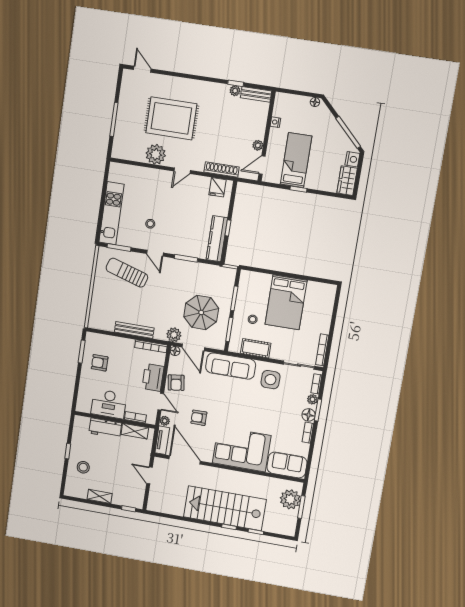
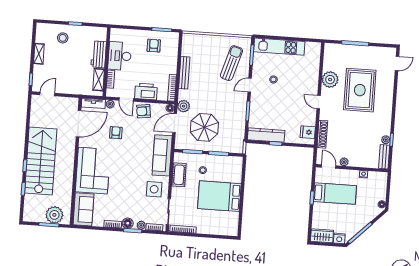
door: (161, 402) -> (126, 100), hinge flipped
door: (150, 475) -> (47, 94), moved

